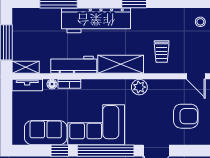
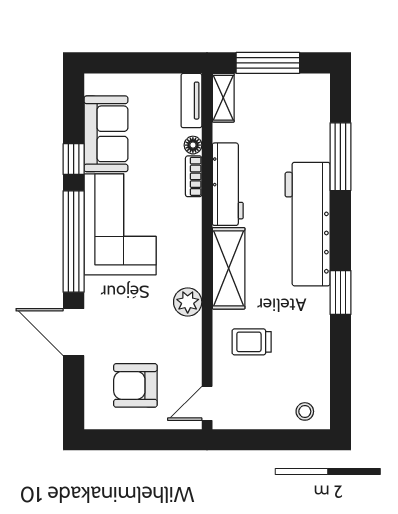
armchair: (186, 116) -> (135, 385), turned 90

